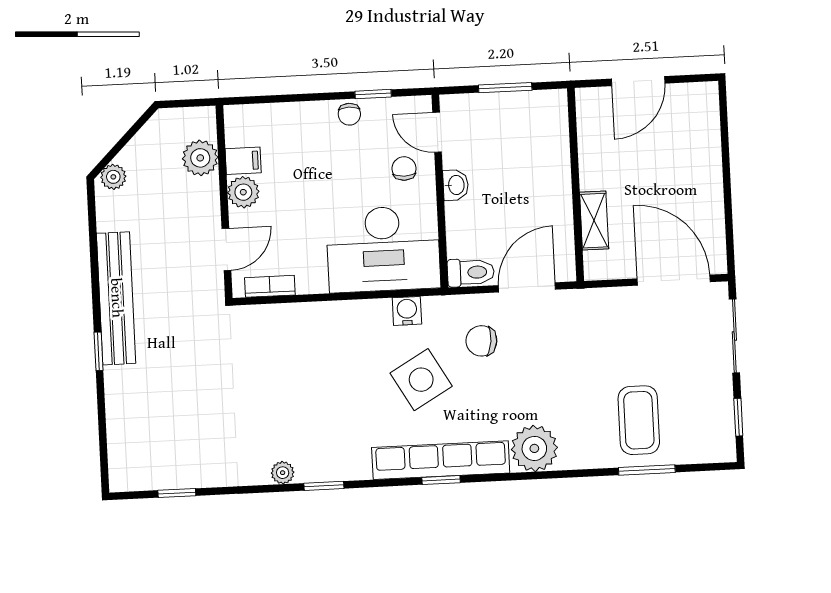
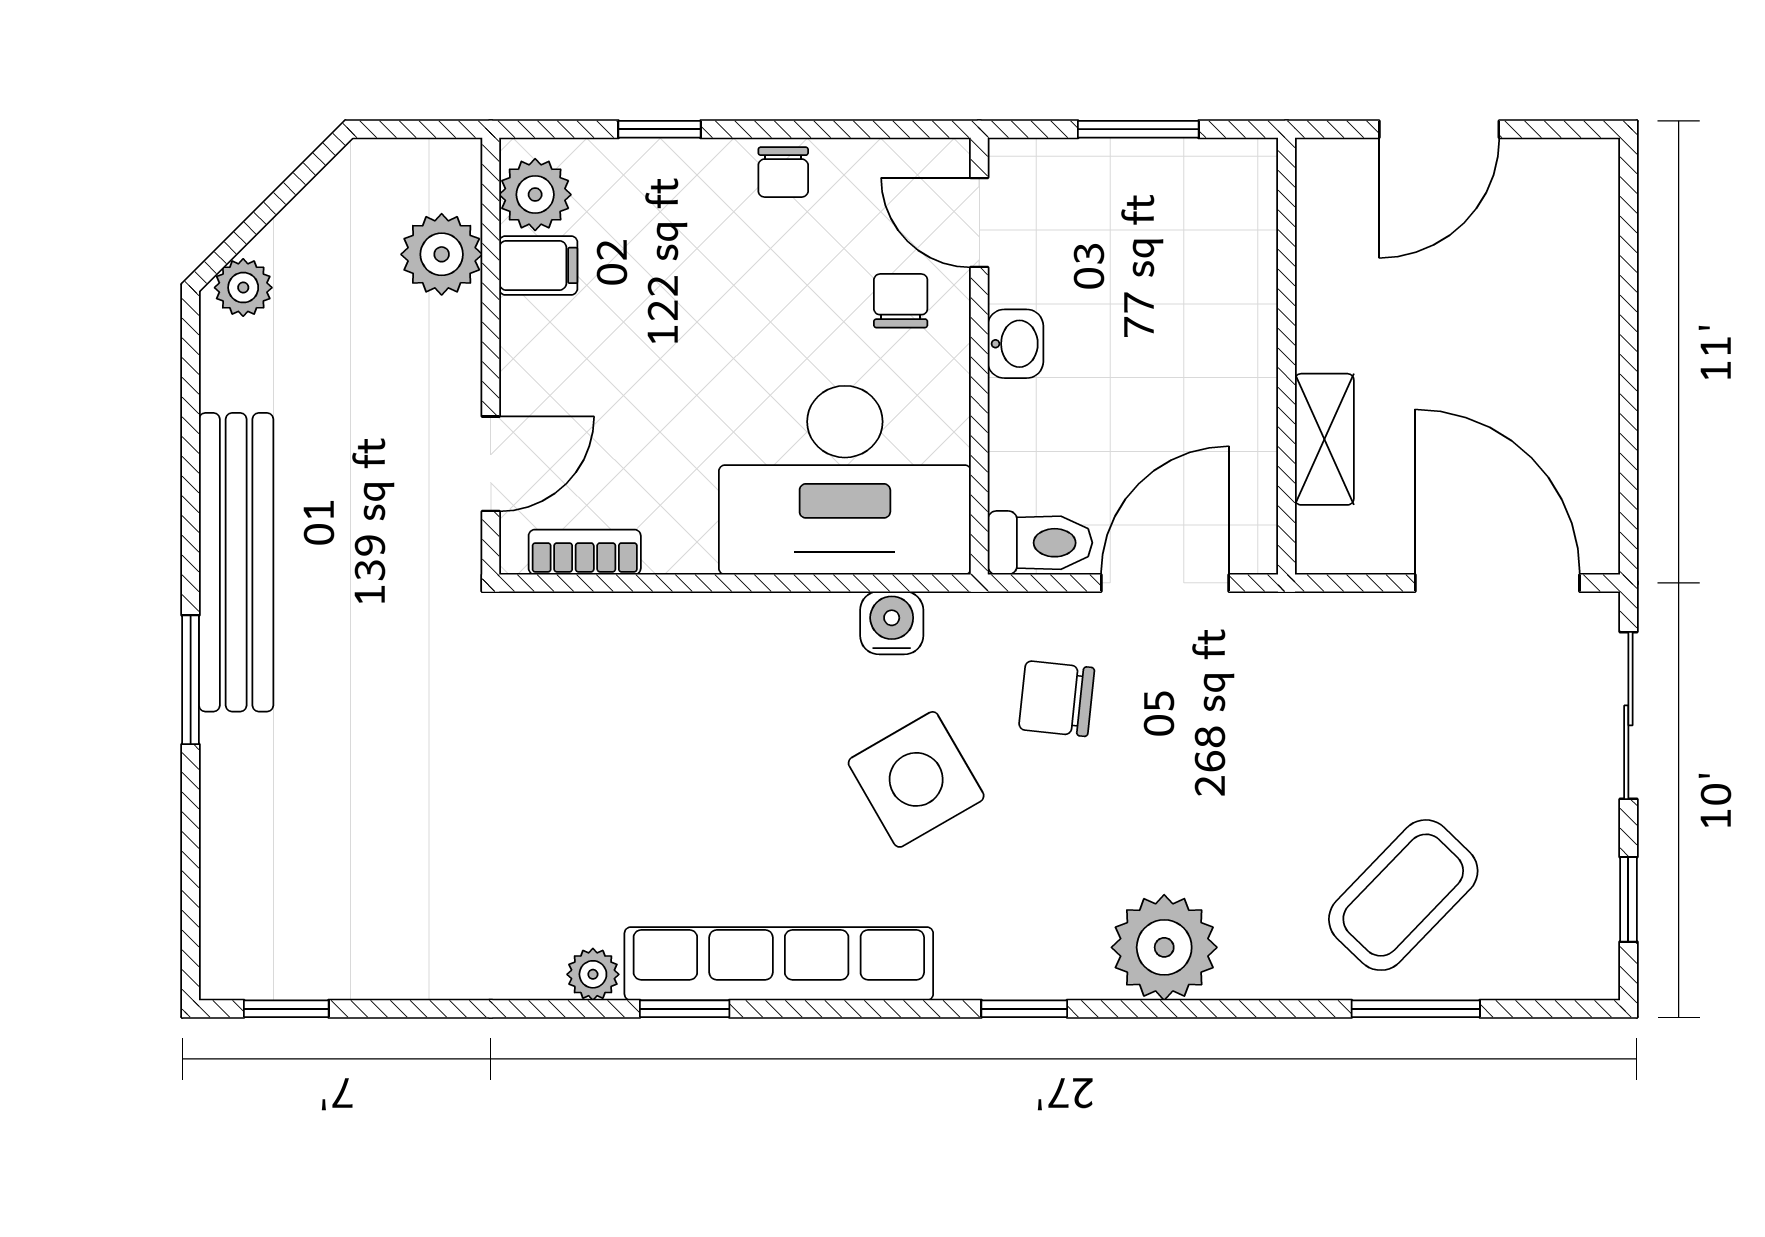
window: (373, 94) -> (659, 129), moved
plant: (243, 192) -> (535, 195), moved
window: (99, 351) -> (191, 680), width x1.50
coffee table: (639, 420) -> (1403, 895), turned 44
row of seats: (441, 460) -> (779, 964), moved
window: (441, 480) -> (1024, 1009), moved
window: (177, 493) -> (286, 1009), moved

